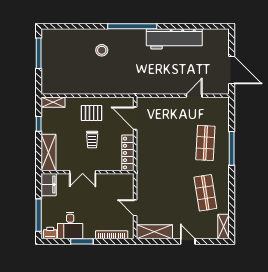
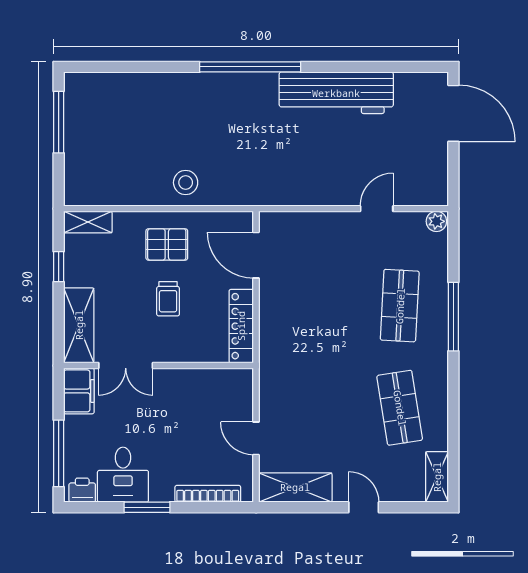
stool: (102, 50) -> (186, 183), moved
door: (232, 70) -> (453, 113), moved
plant: (223, 102) -> (436, 221), added
double door: (83, 172) -> (126, 366), moved

